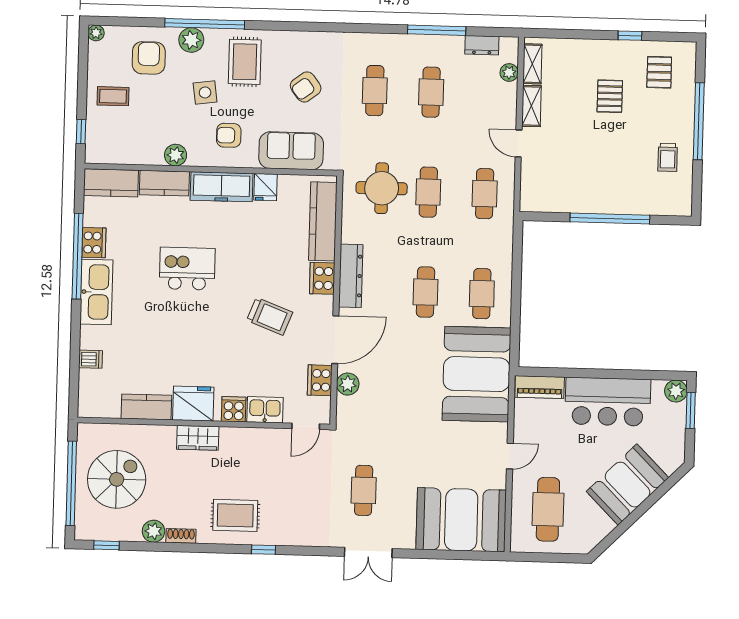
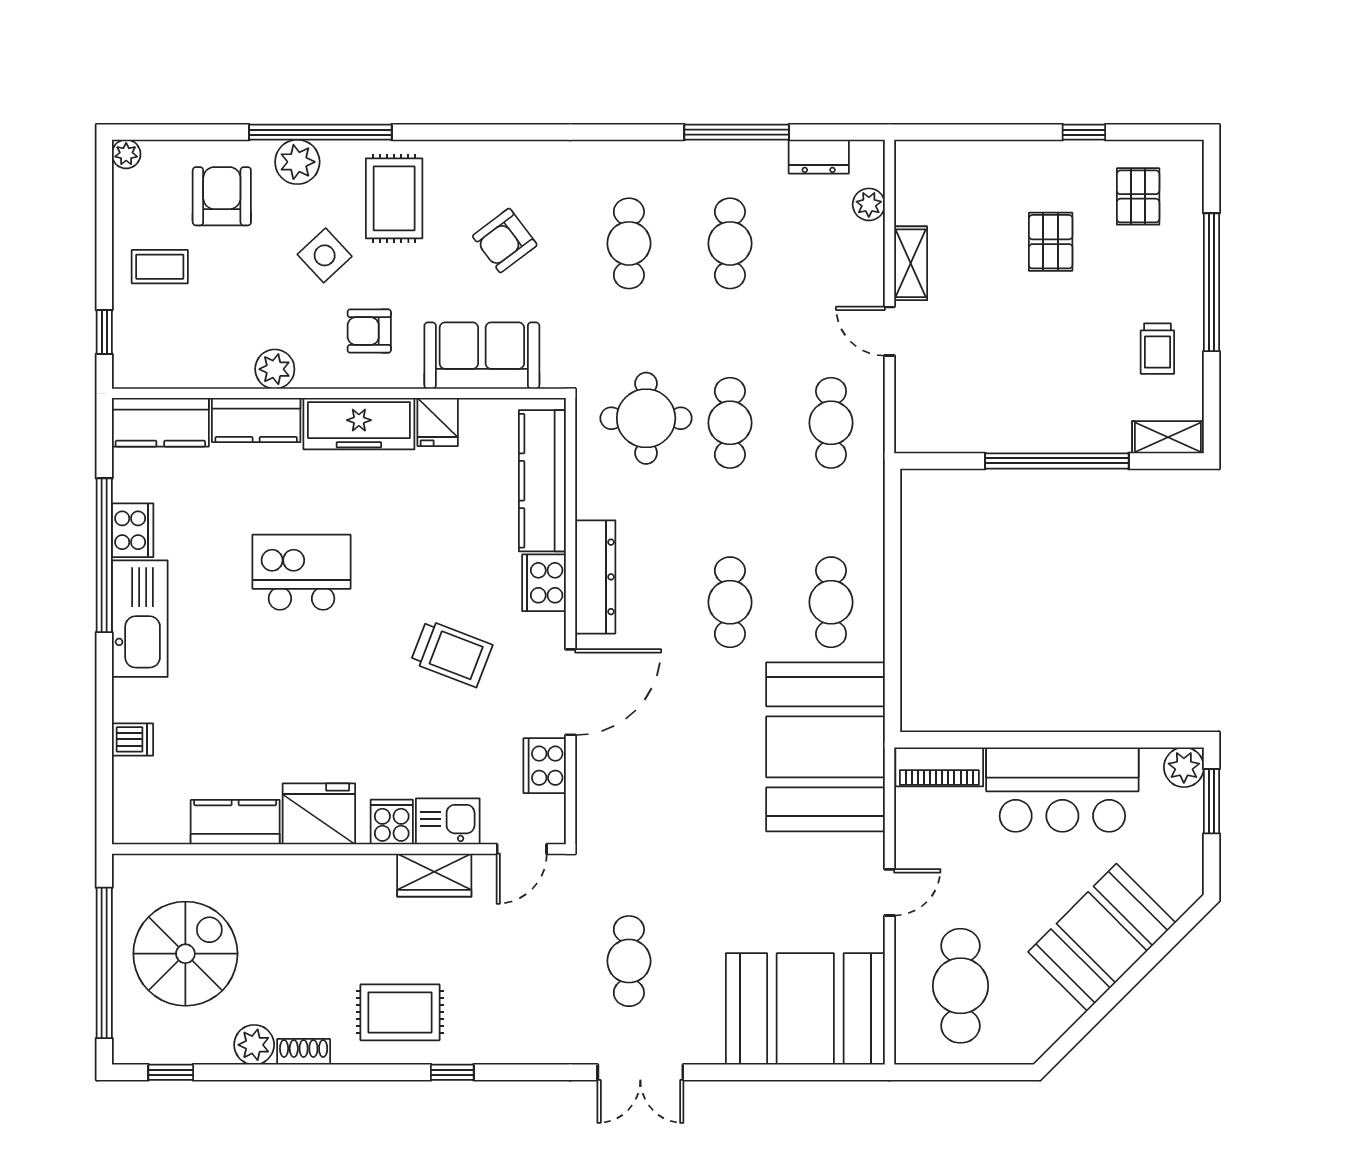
shelving: (532, 64) -> (1168, 437), moved, turned 90
side table: (205, 92) -> (325, 255), turned -35
plant: (348, 384) -> (595, 771), removed
wardrobe: (198, 438) -> (434, 875), moved

